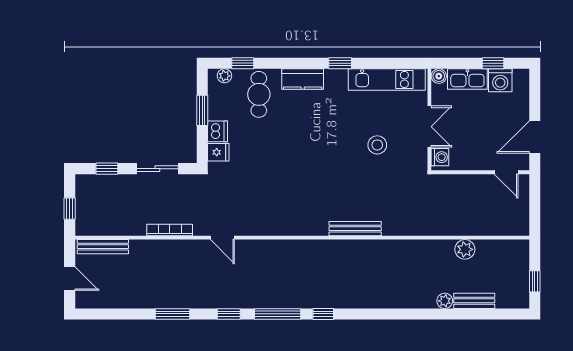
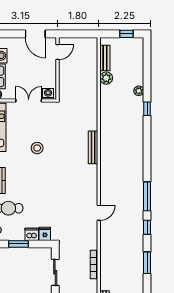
stool: (377, 145) -> (37, 148), moved
door: (222, 238) -> (99, 213), moved
bench: (474, 301) -> (105, 58), moved
window: (323, 314) -> (147, 109), moved

